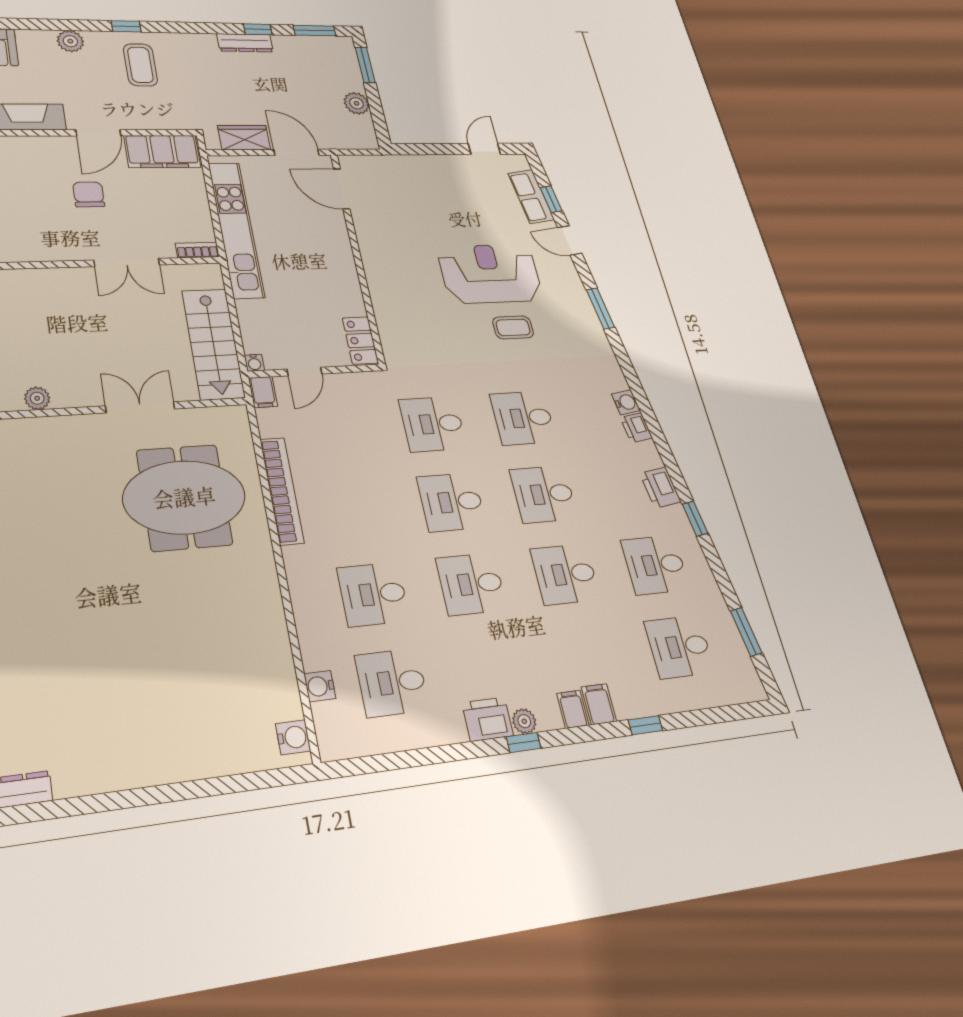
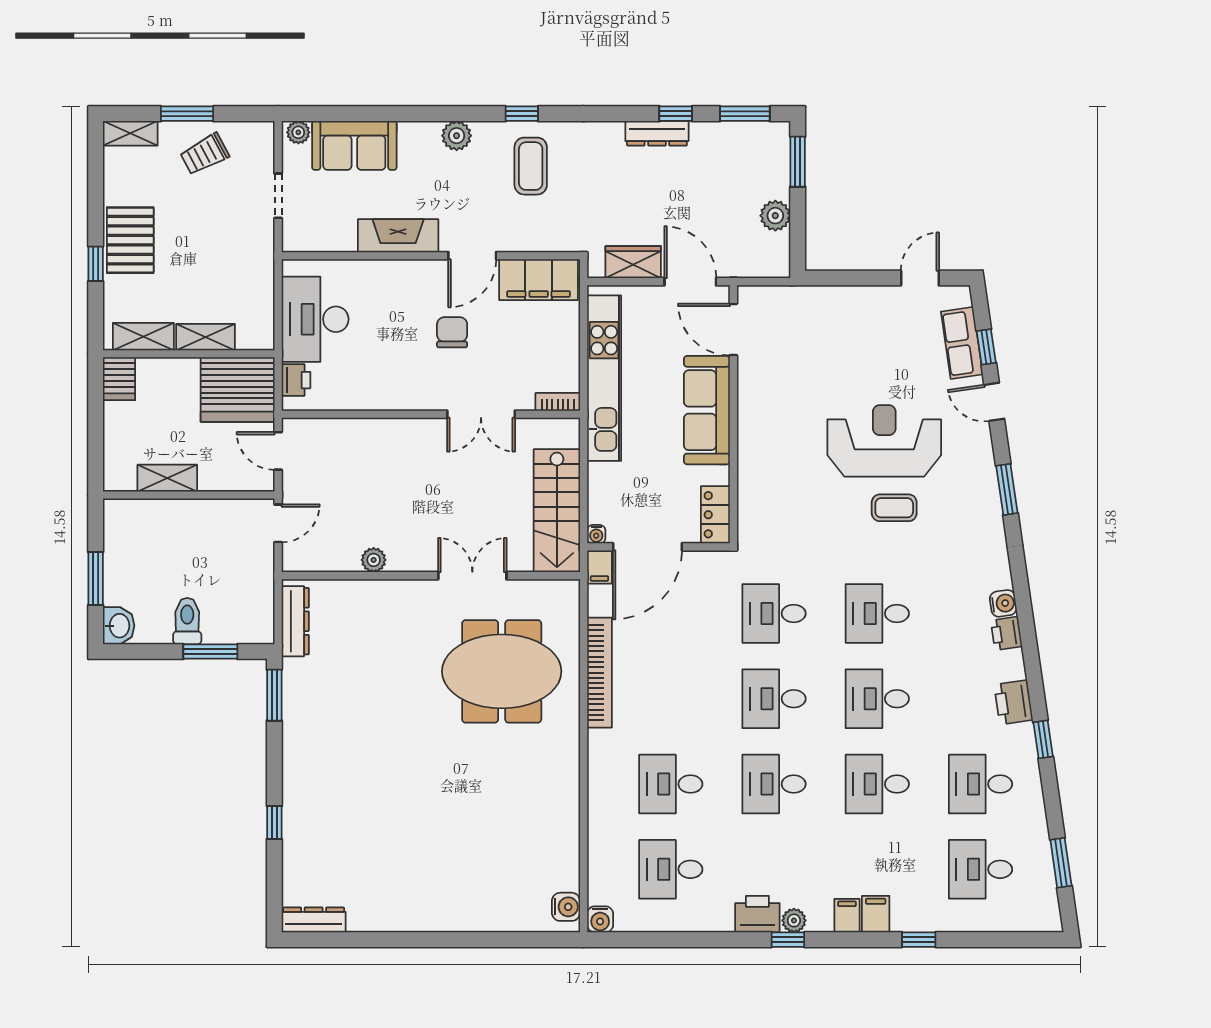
sofa: (333, 253) -> (707, 410), added
door: (304, 372) -> (647, 547), width x1.87
water cooler: (320, 686) -> (600, 919), moved, turned -90

